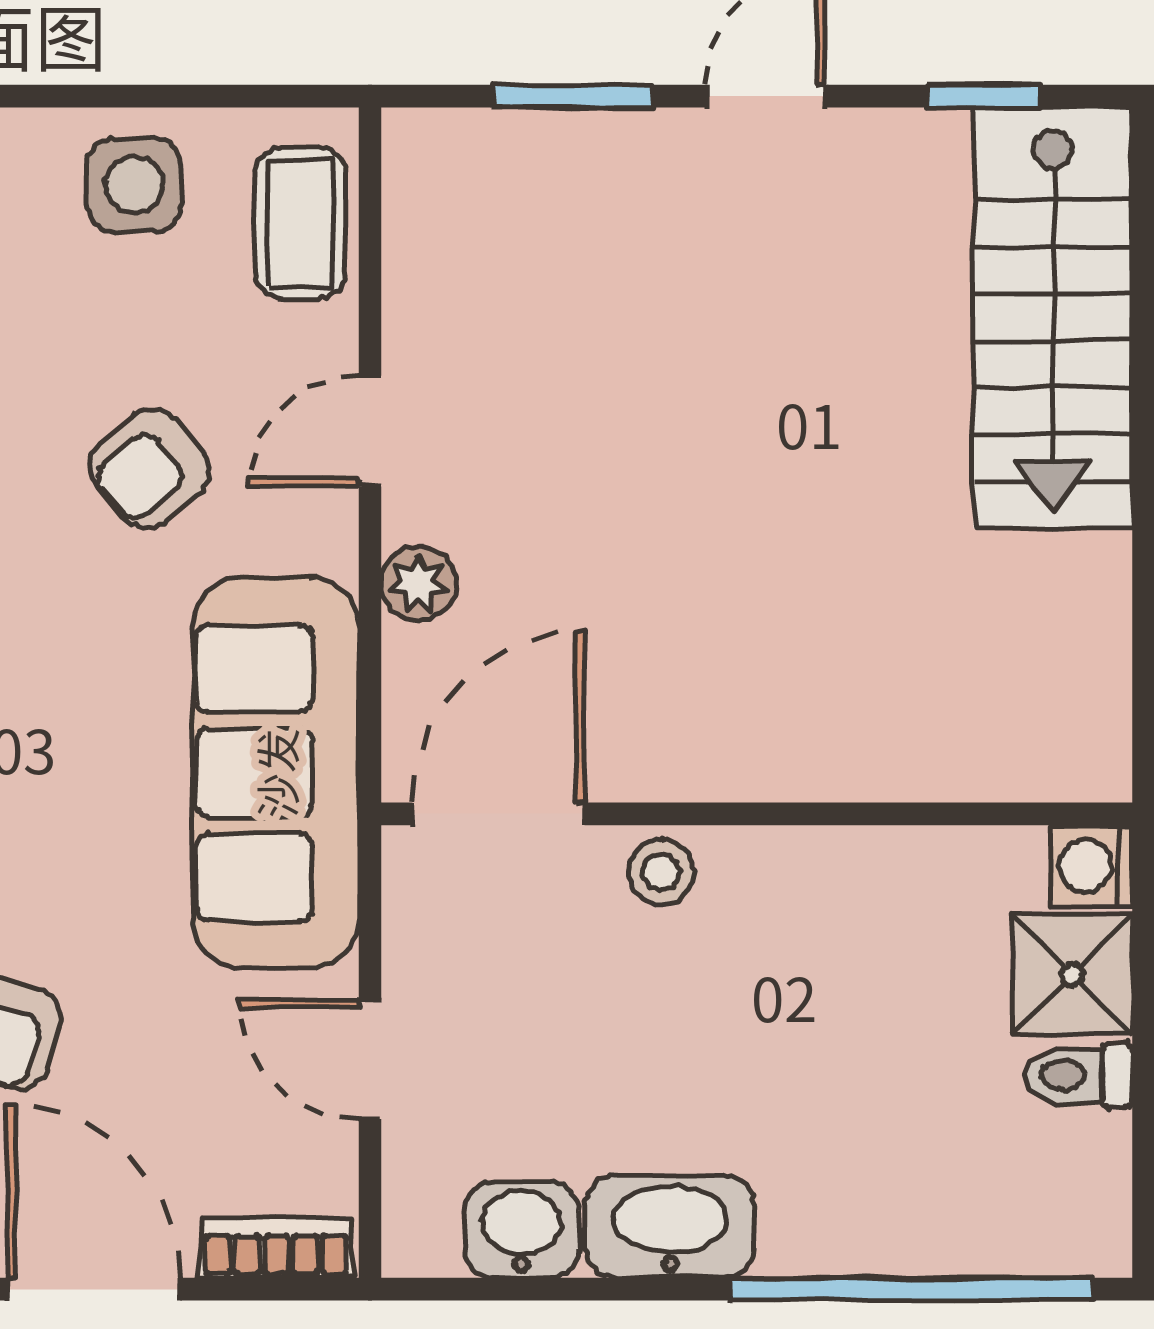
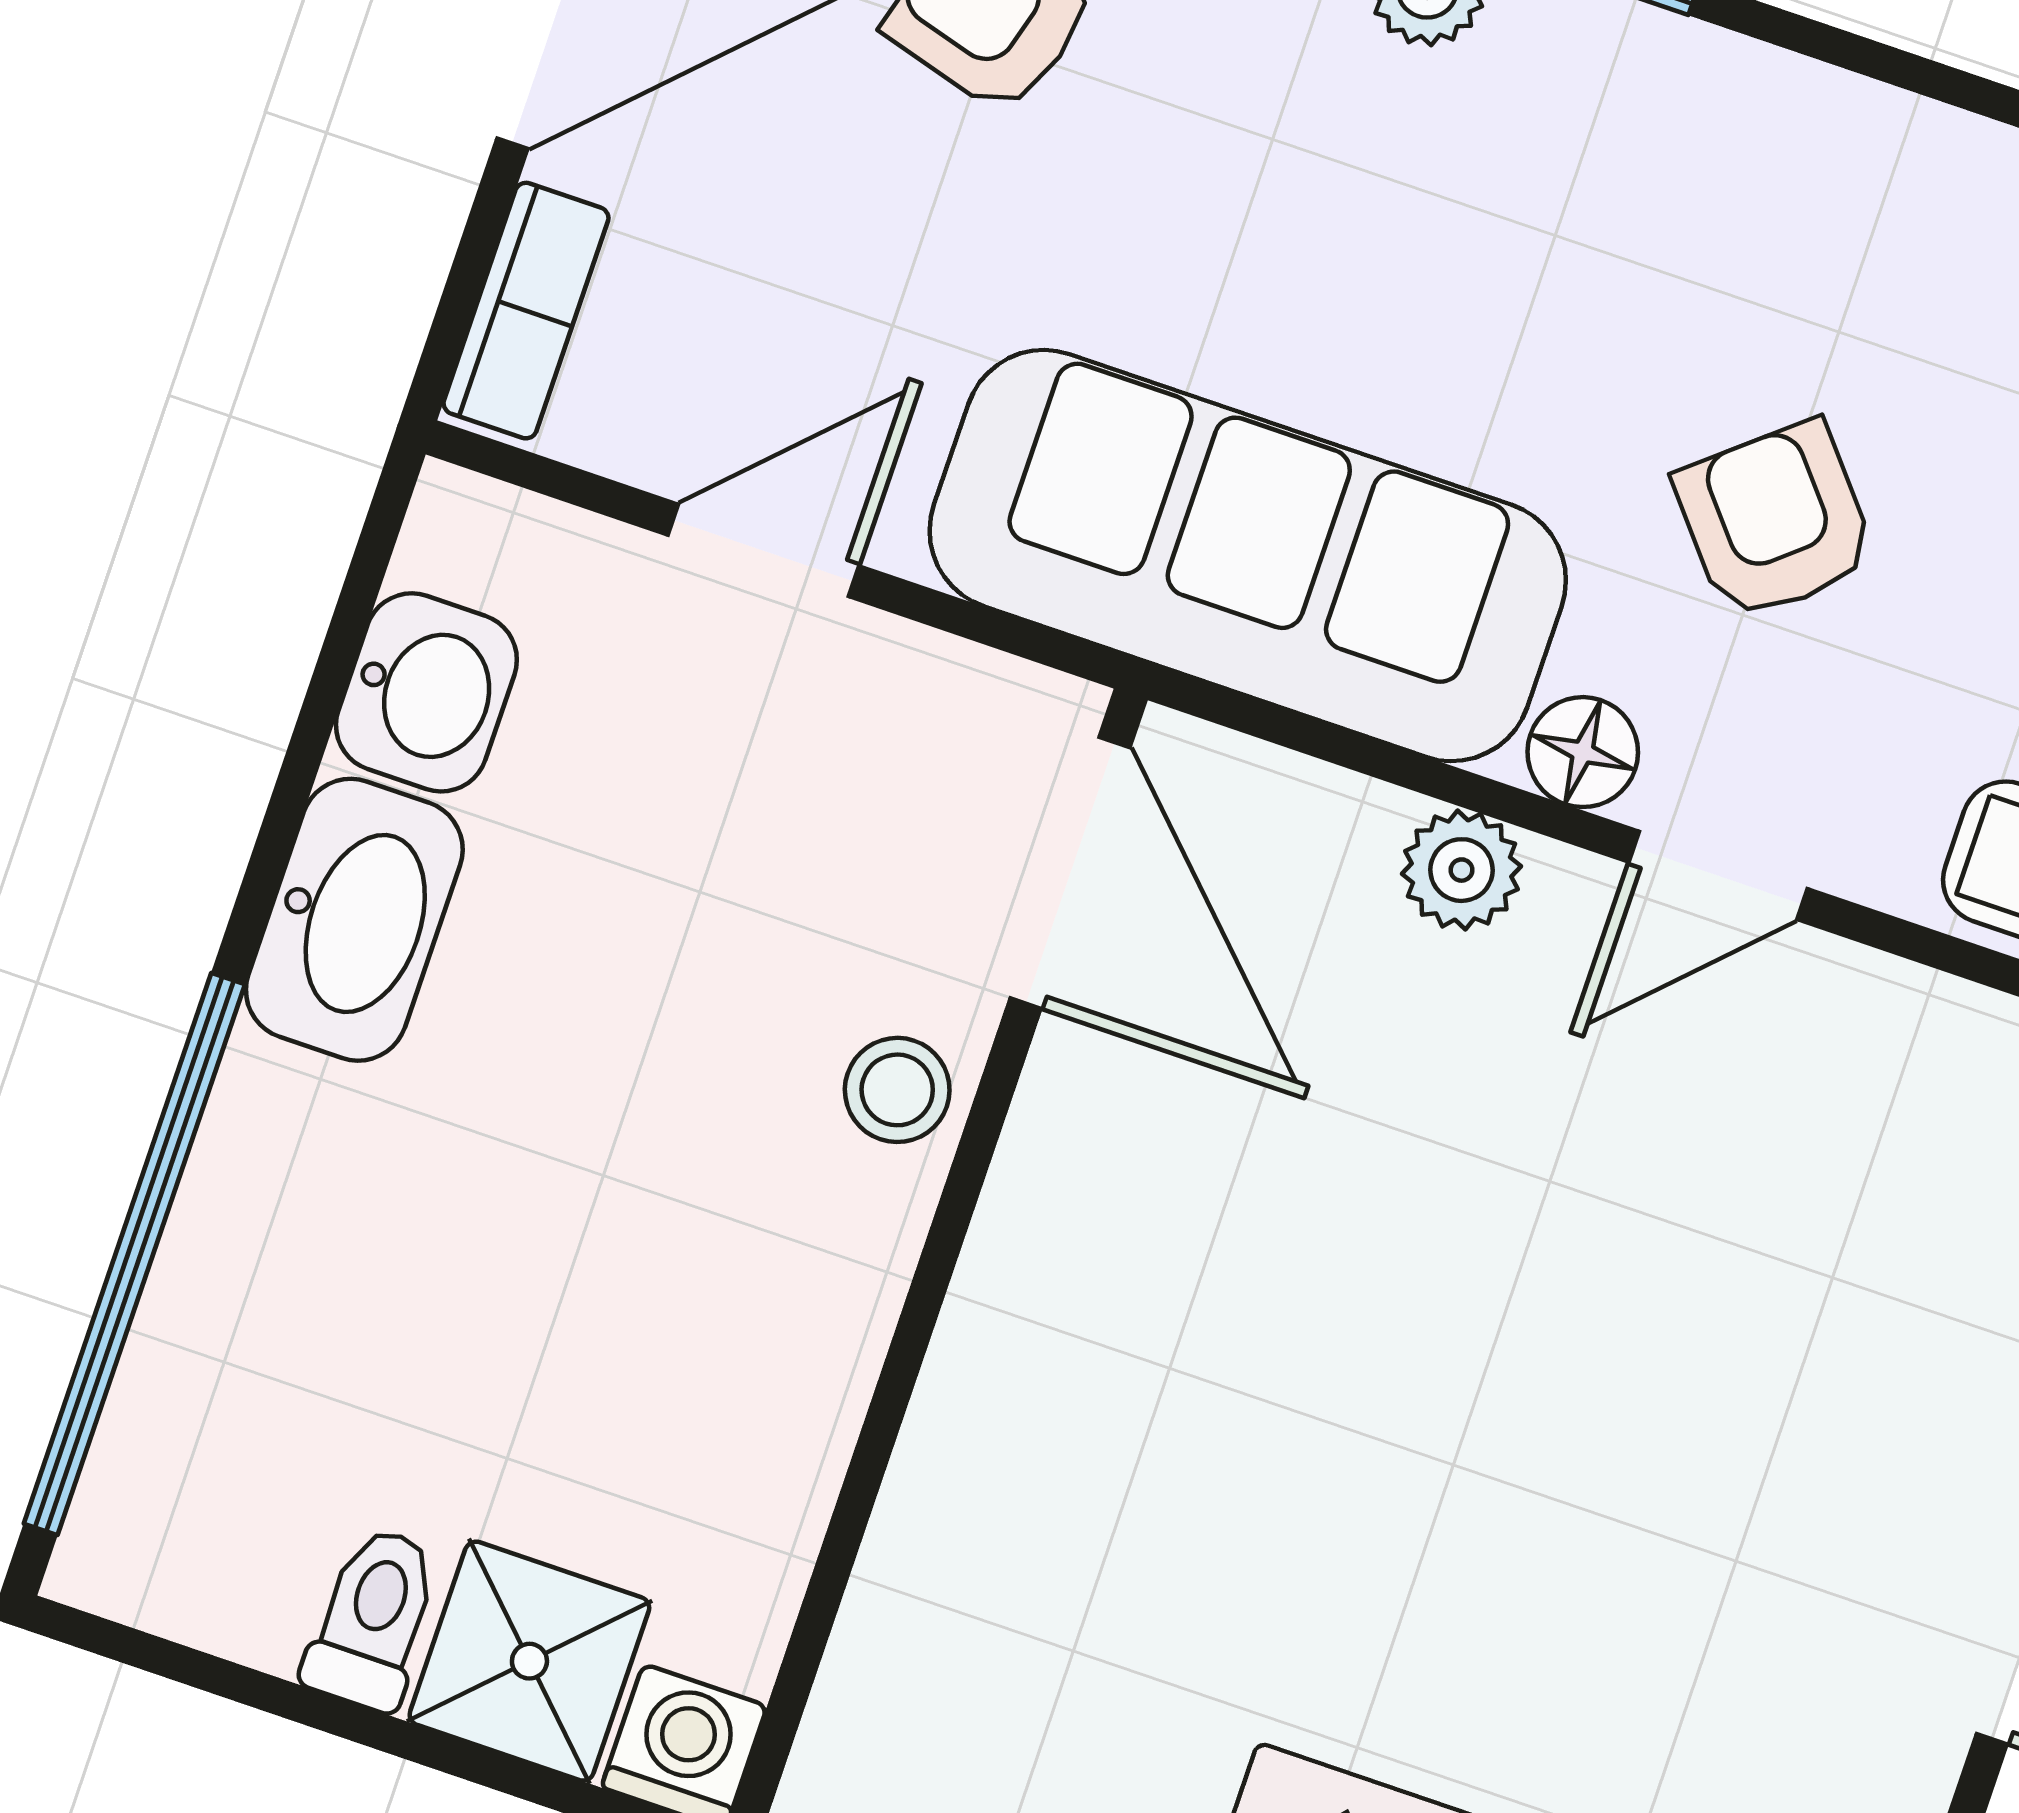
door: (370, 431) -> (1718, 875), swing flipped
floor lamp: (324, 536) -> (1583, 752), added

